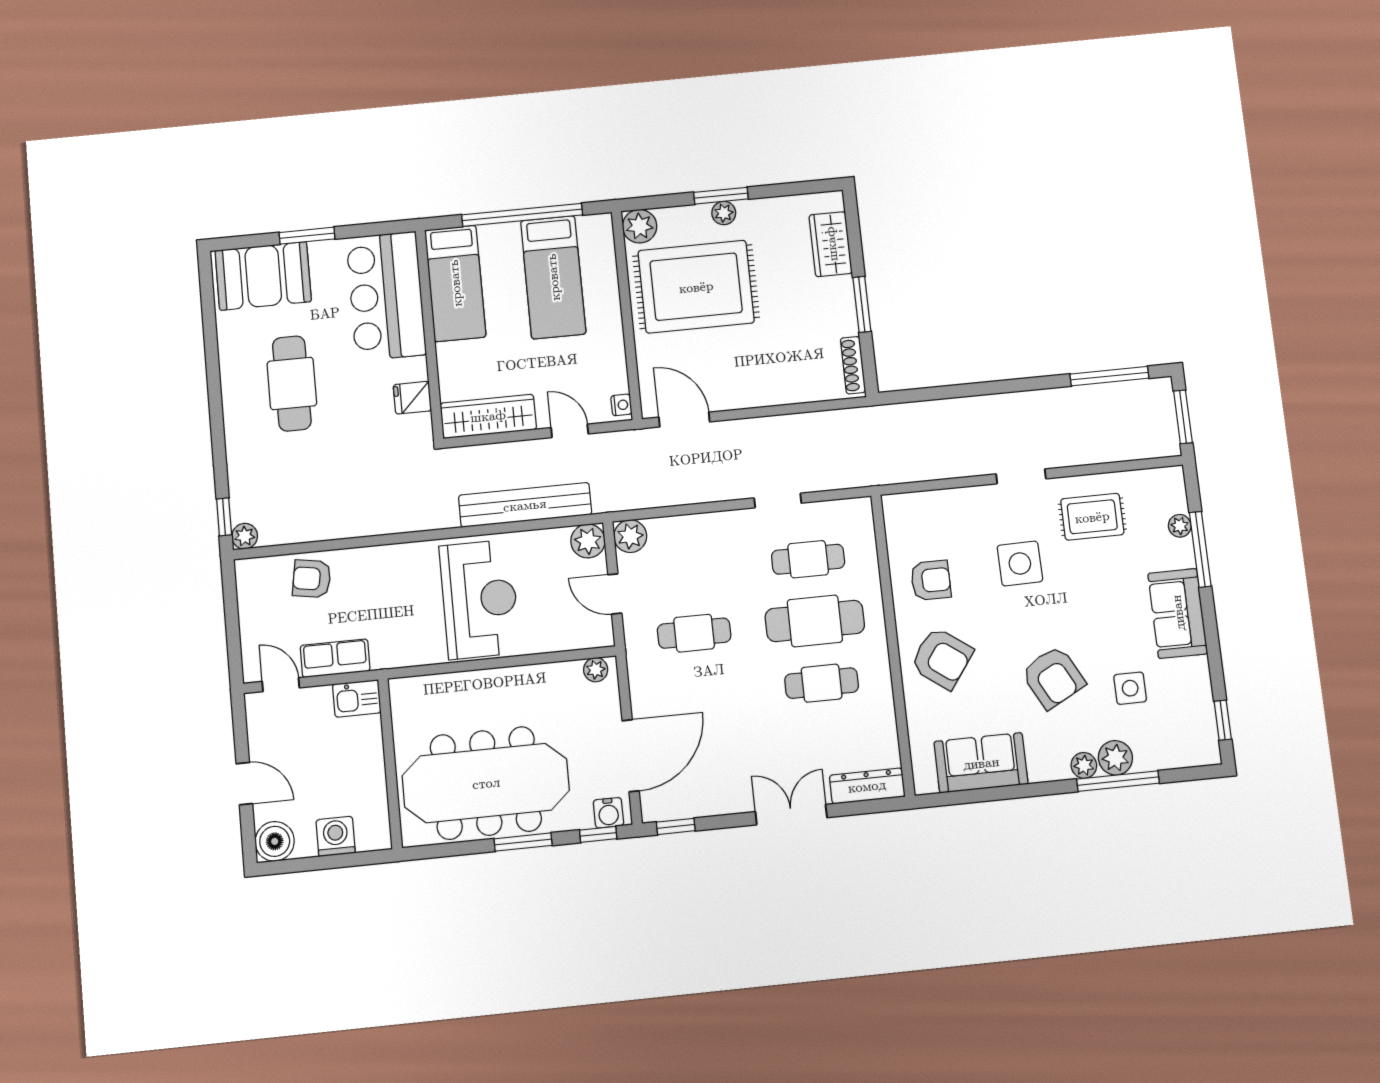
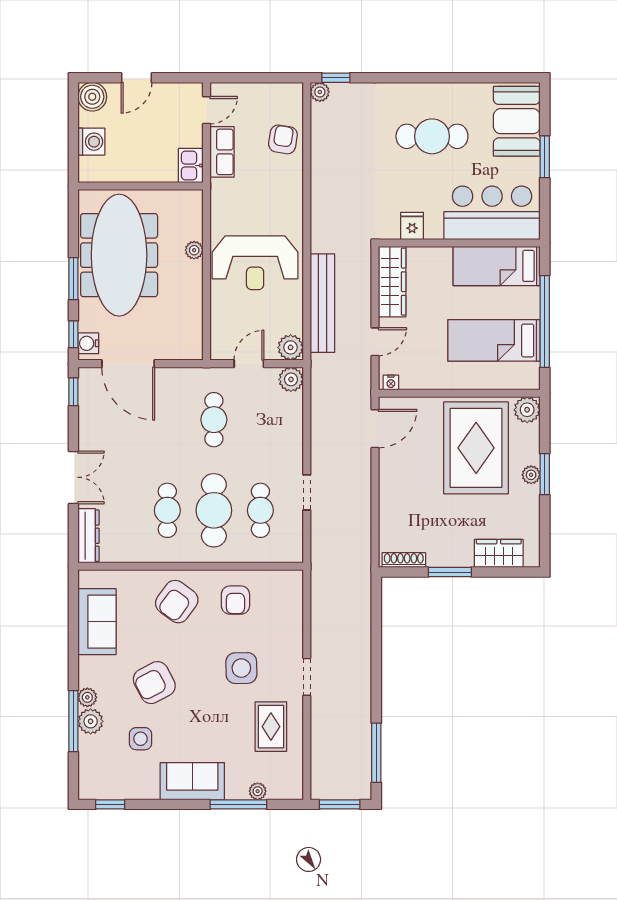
plant: (596, 670) -> (194, 250), moved

